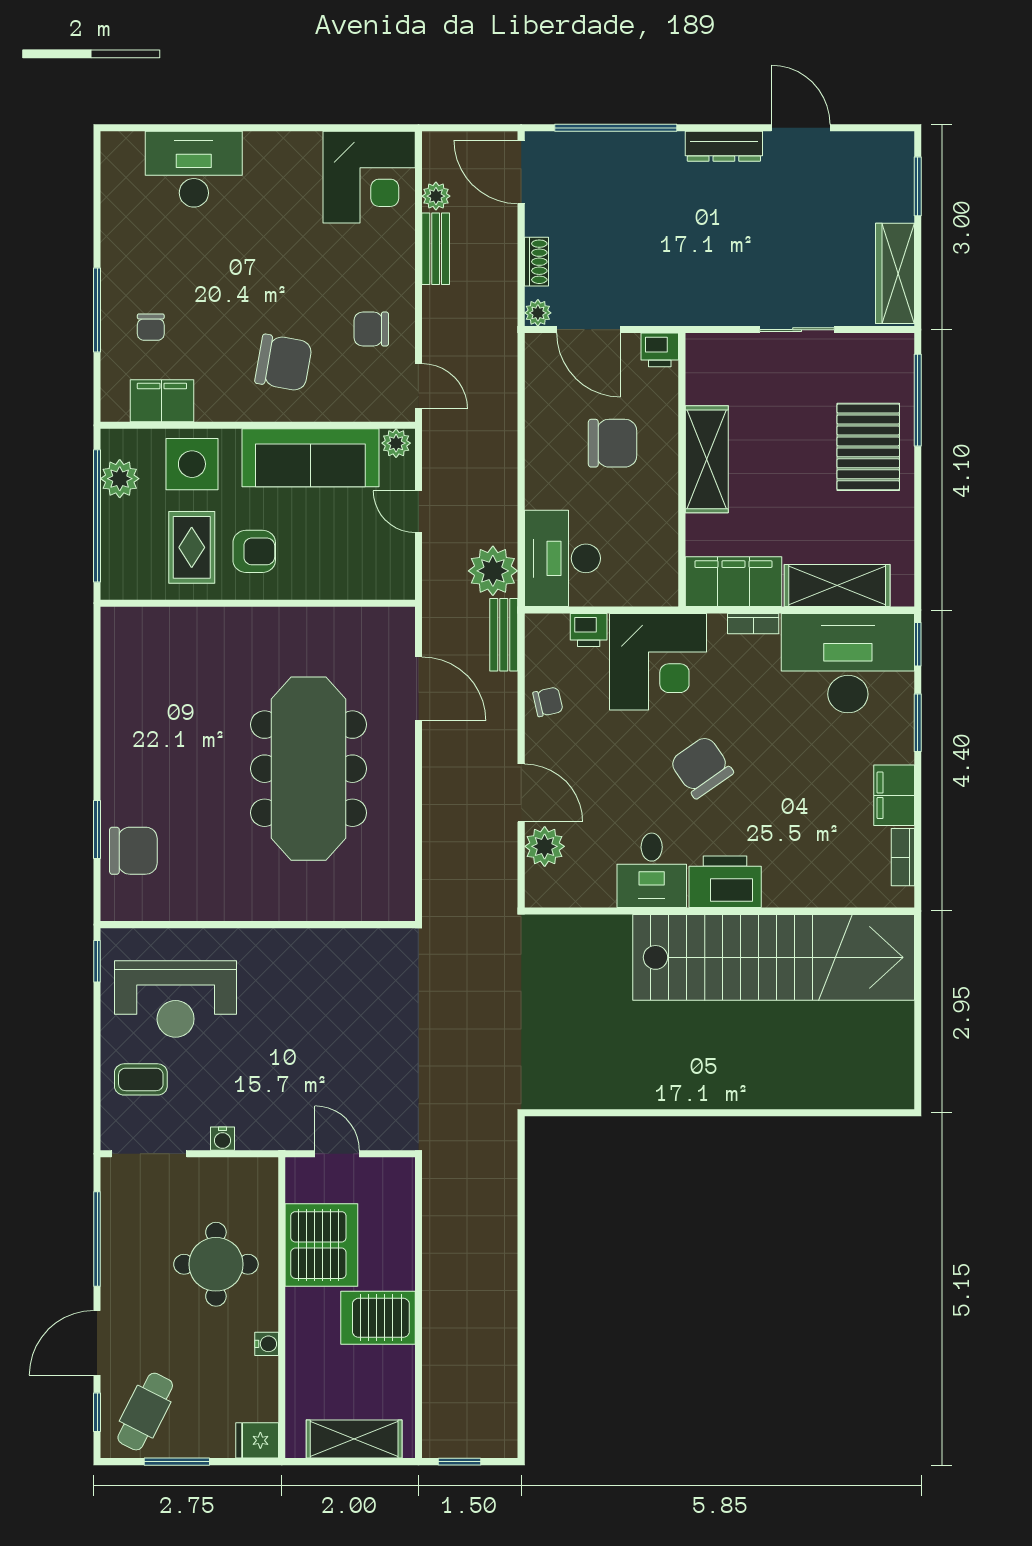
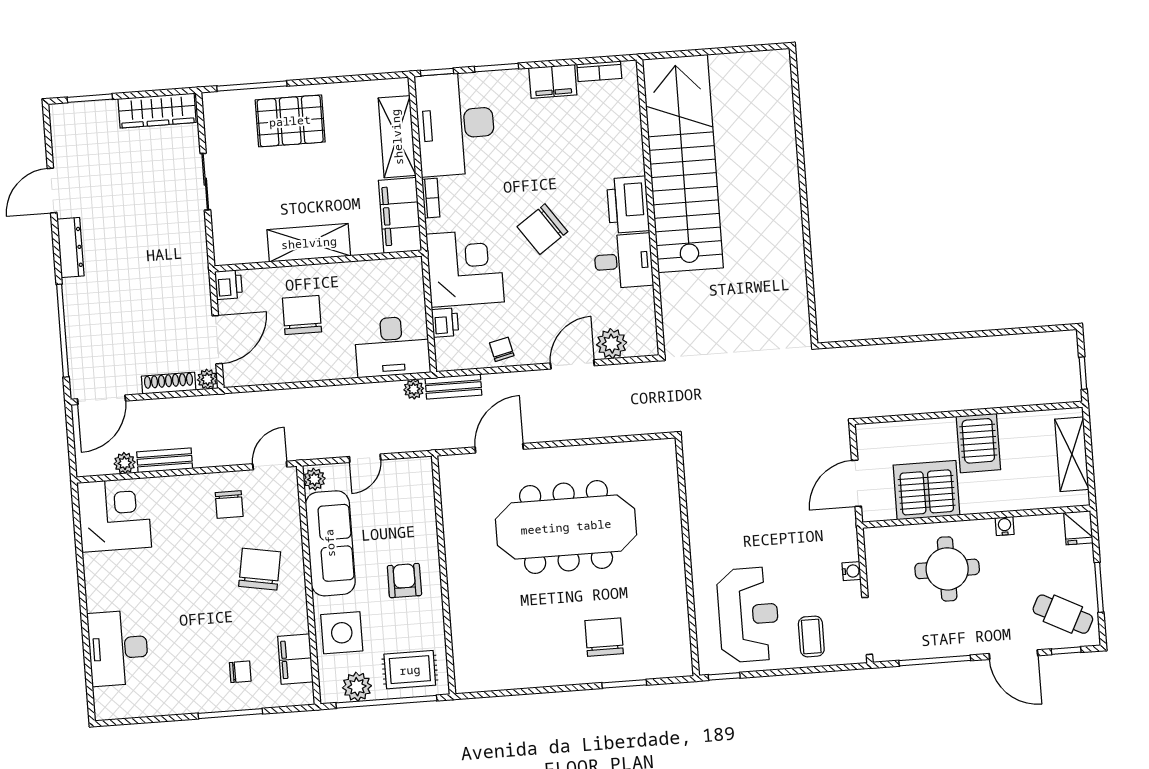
shoe rack: (536, 262) -> (169, 383), width x1.43
rug: (192, 547) -> (410, 670), moved
plant: (493, 571) -> (414, 389), width x0.53, depth x0.53
chair: (133, 851) -> (604, 637), moved
door: (337, 1154) -> (856, 483), width x1.38

